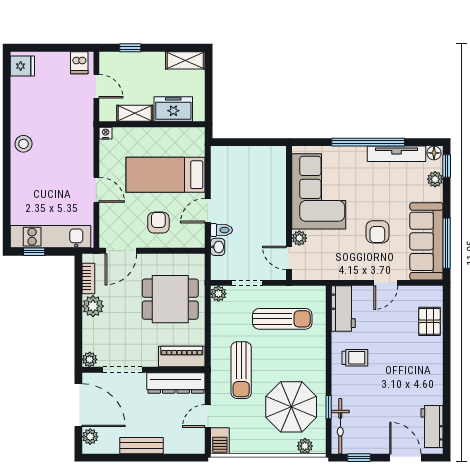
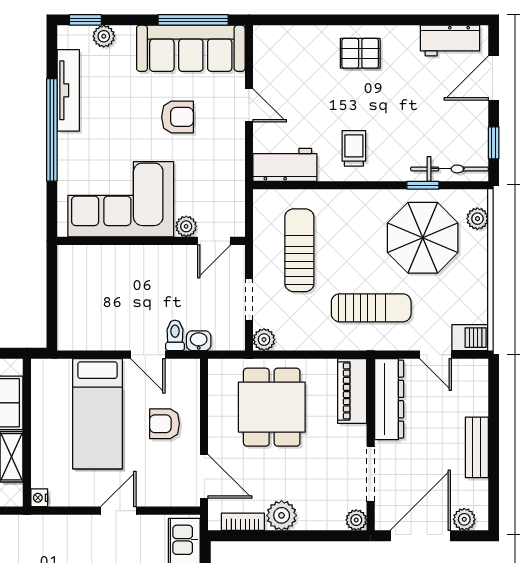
floor lamp: (434, 153) -> (67, 38), removed
pallet: (430, 321) -> (360, 53), moved

